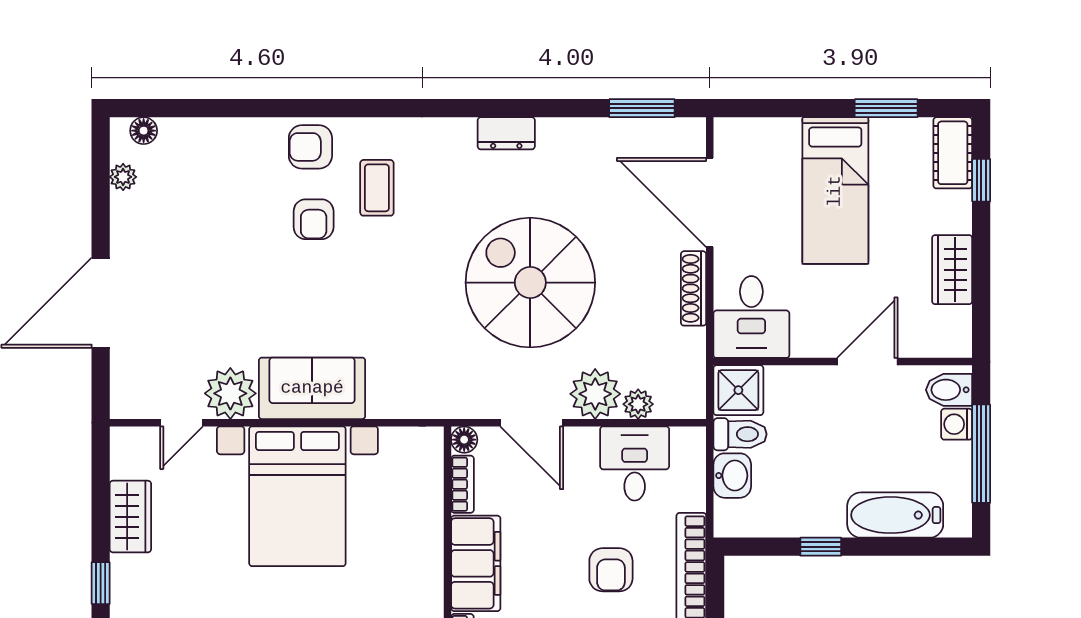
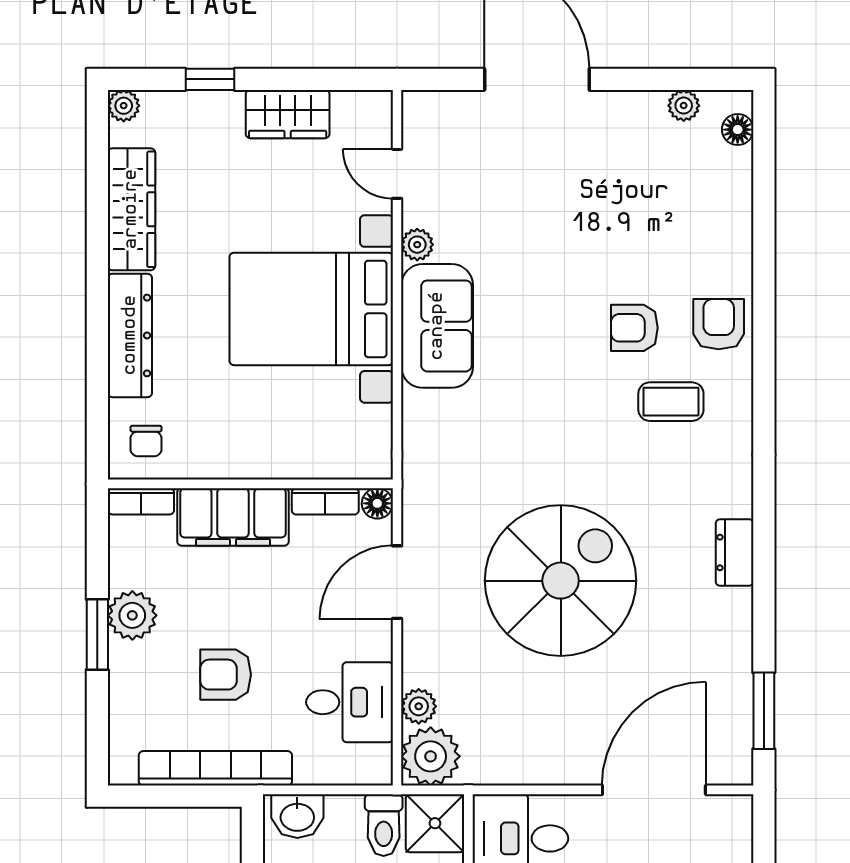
shoe rack: (694, 288) -> (554, 771), removed
plant: (230, 393) -> (417, 245), width x0.53, depth x0.53
plant: (595, 394) -> (431, 756), moved
washbasin: (732, 476) -> (297, 816), moved

